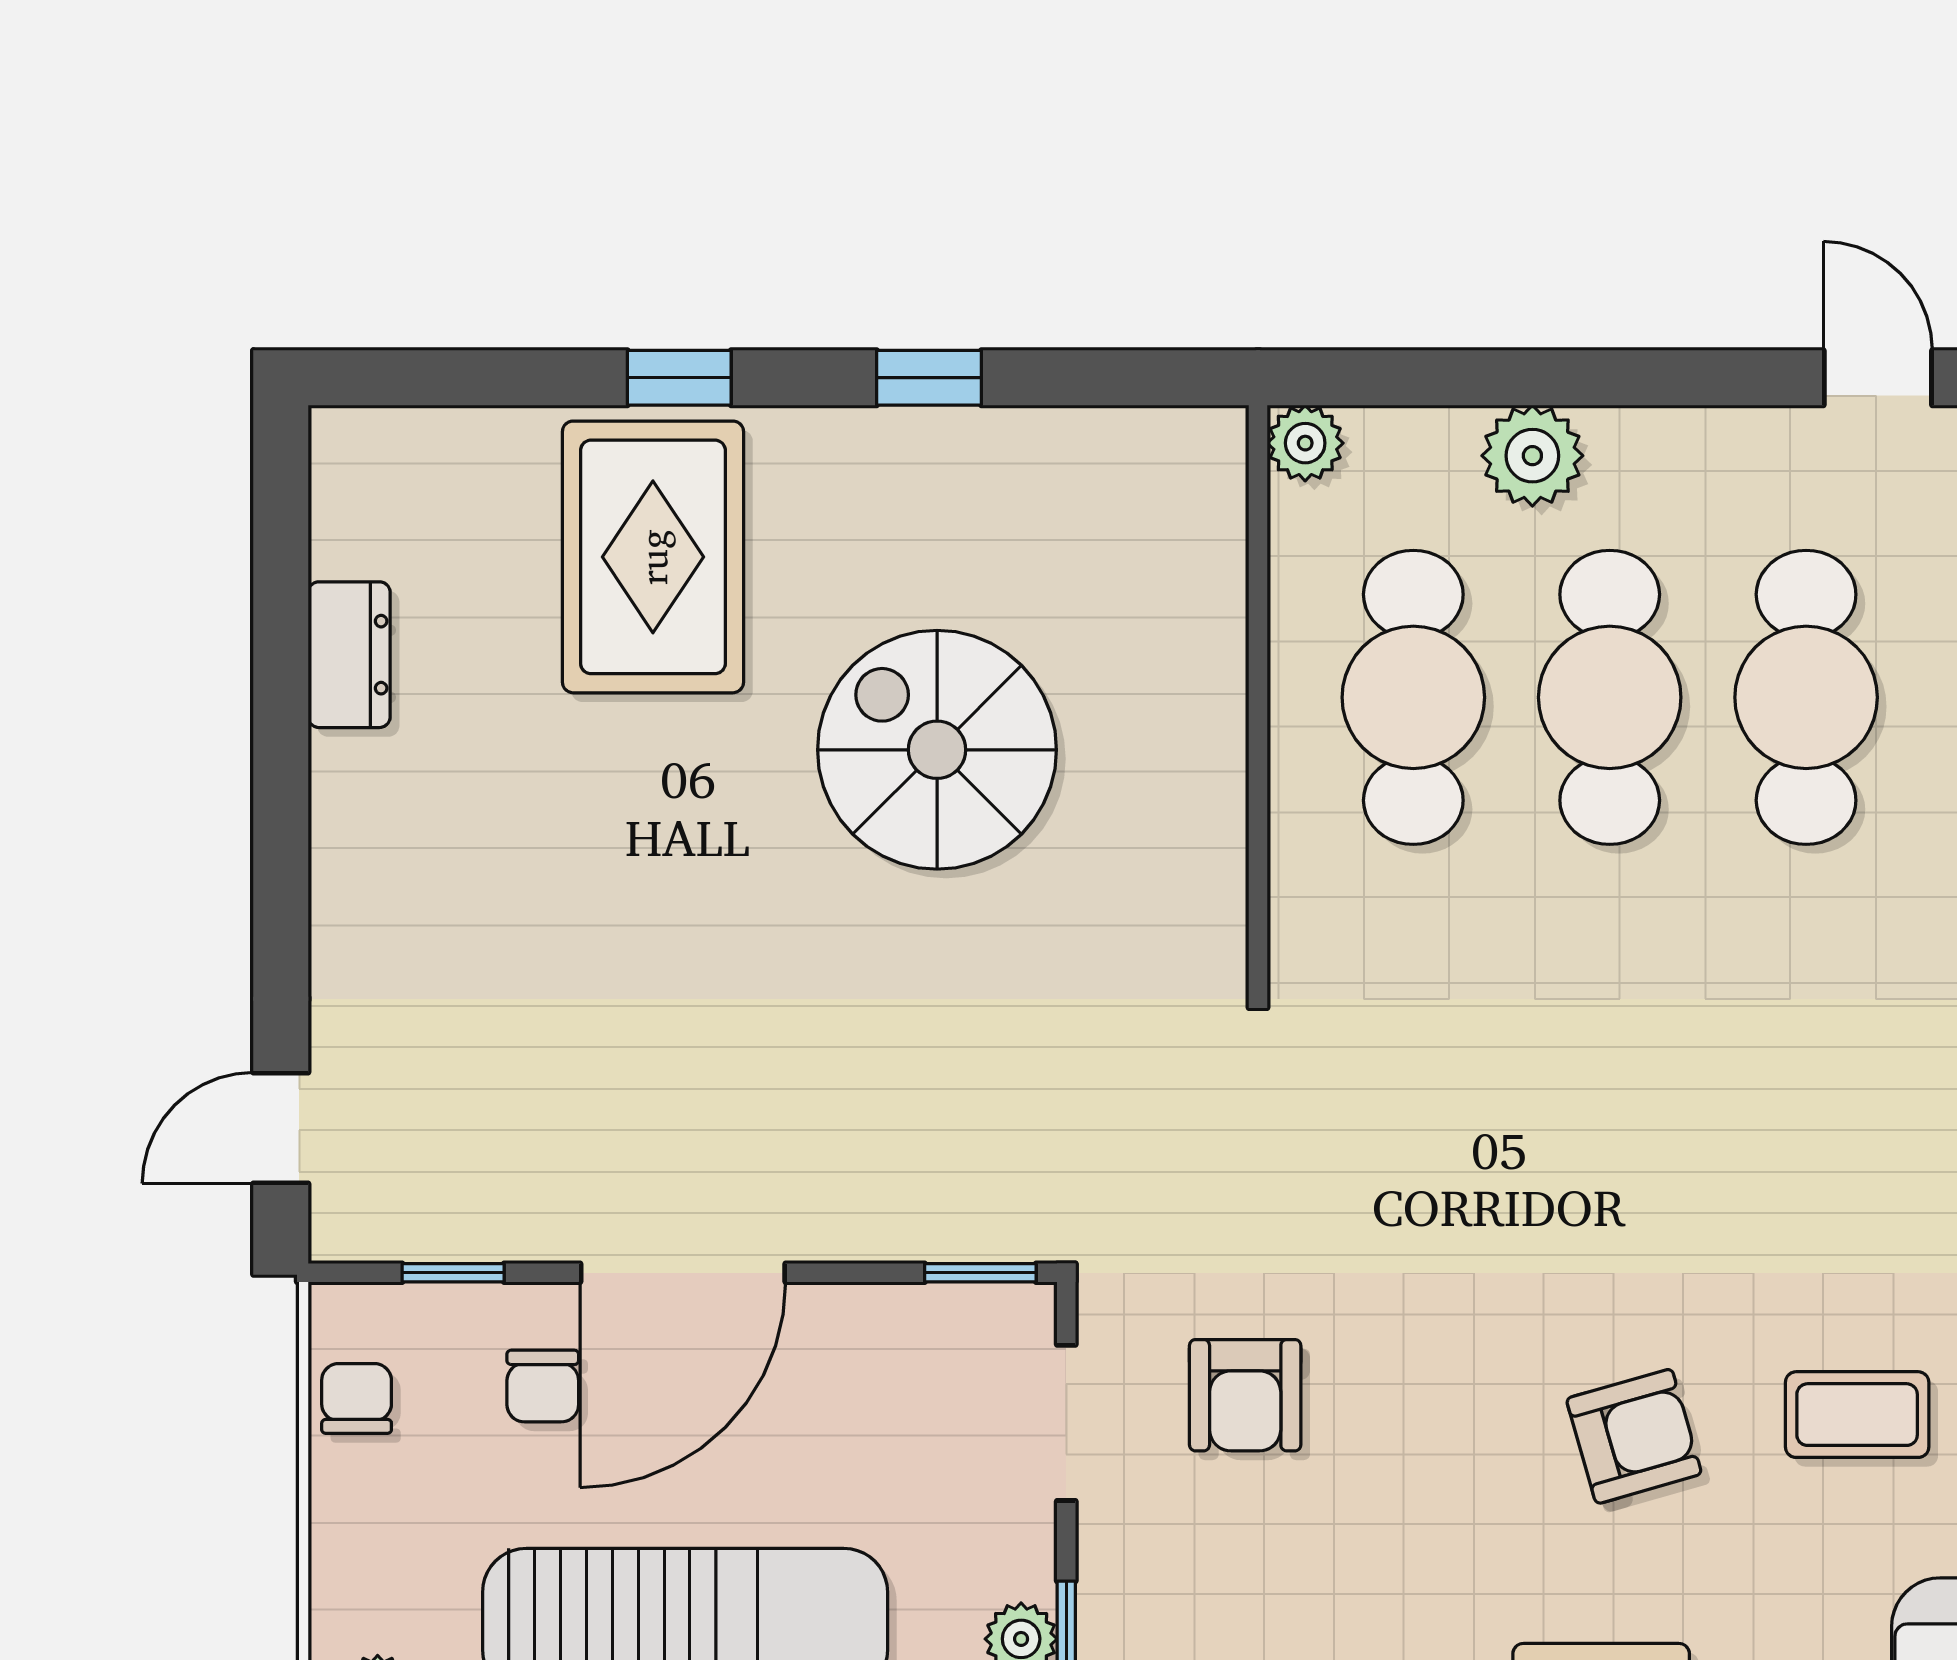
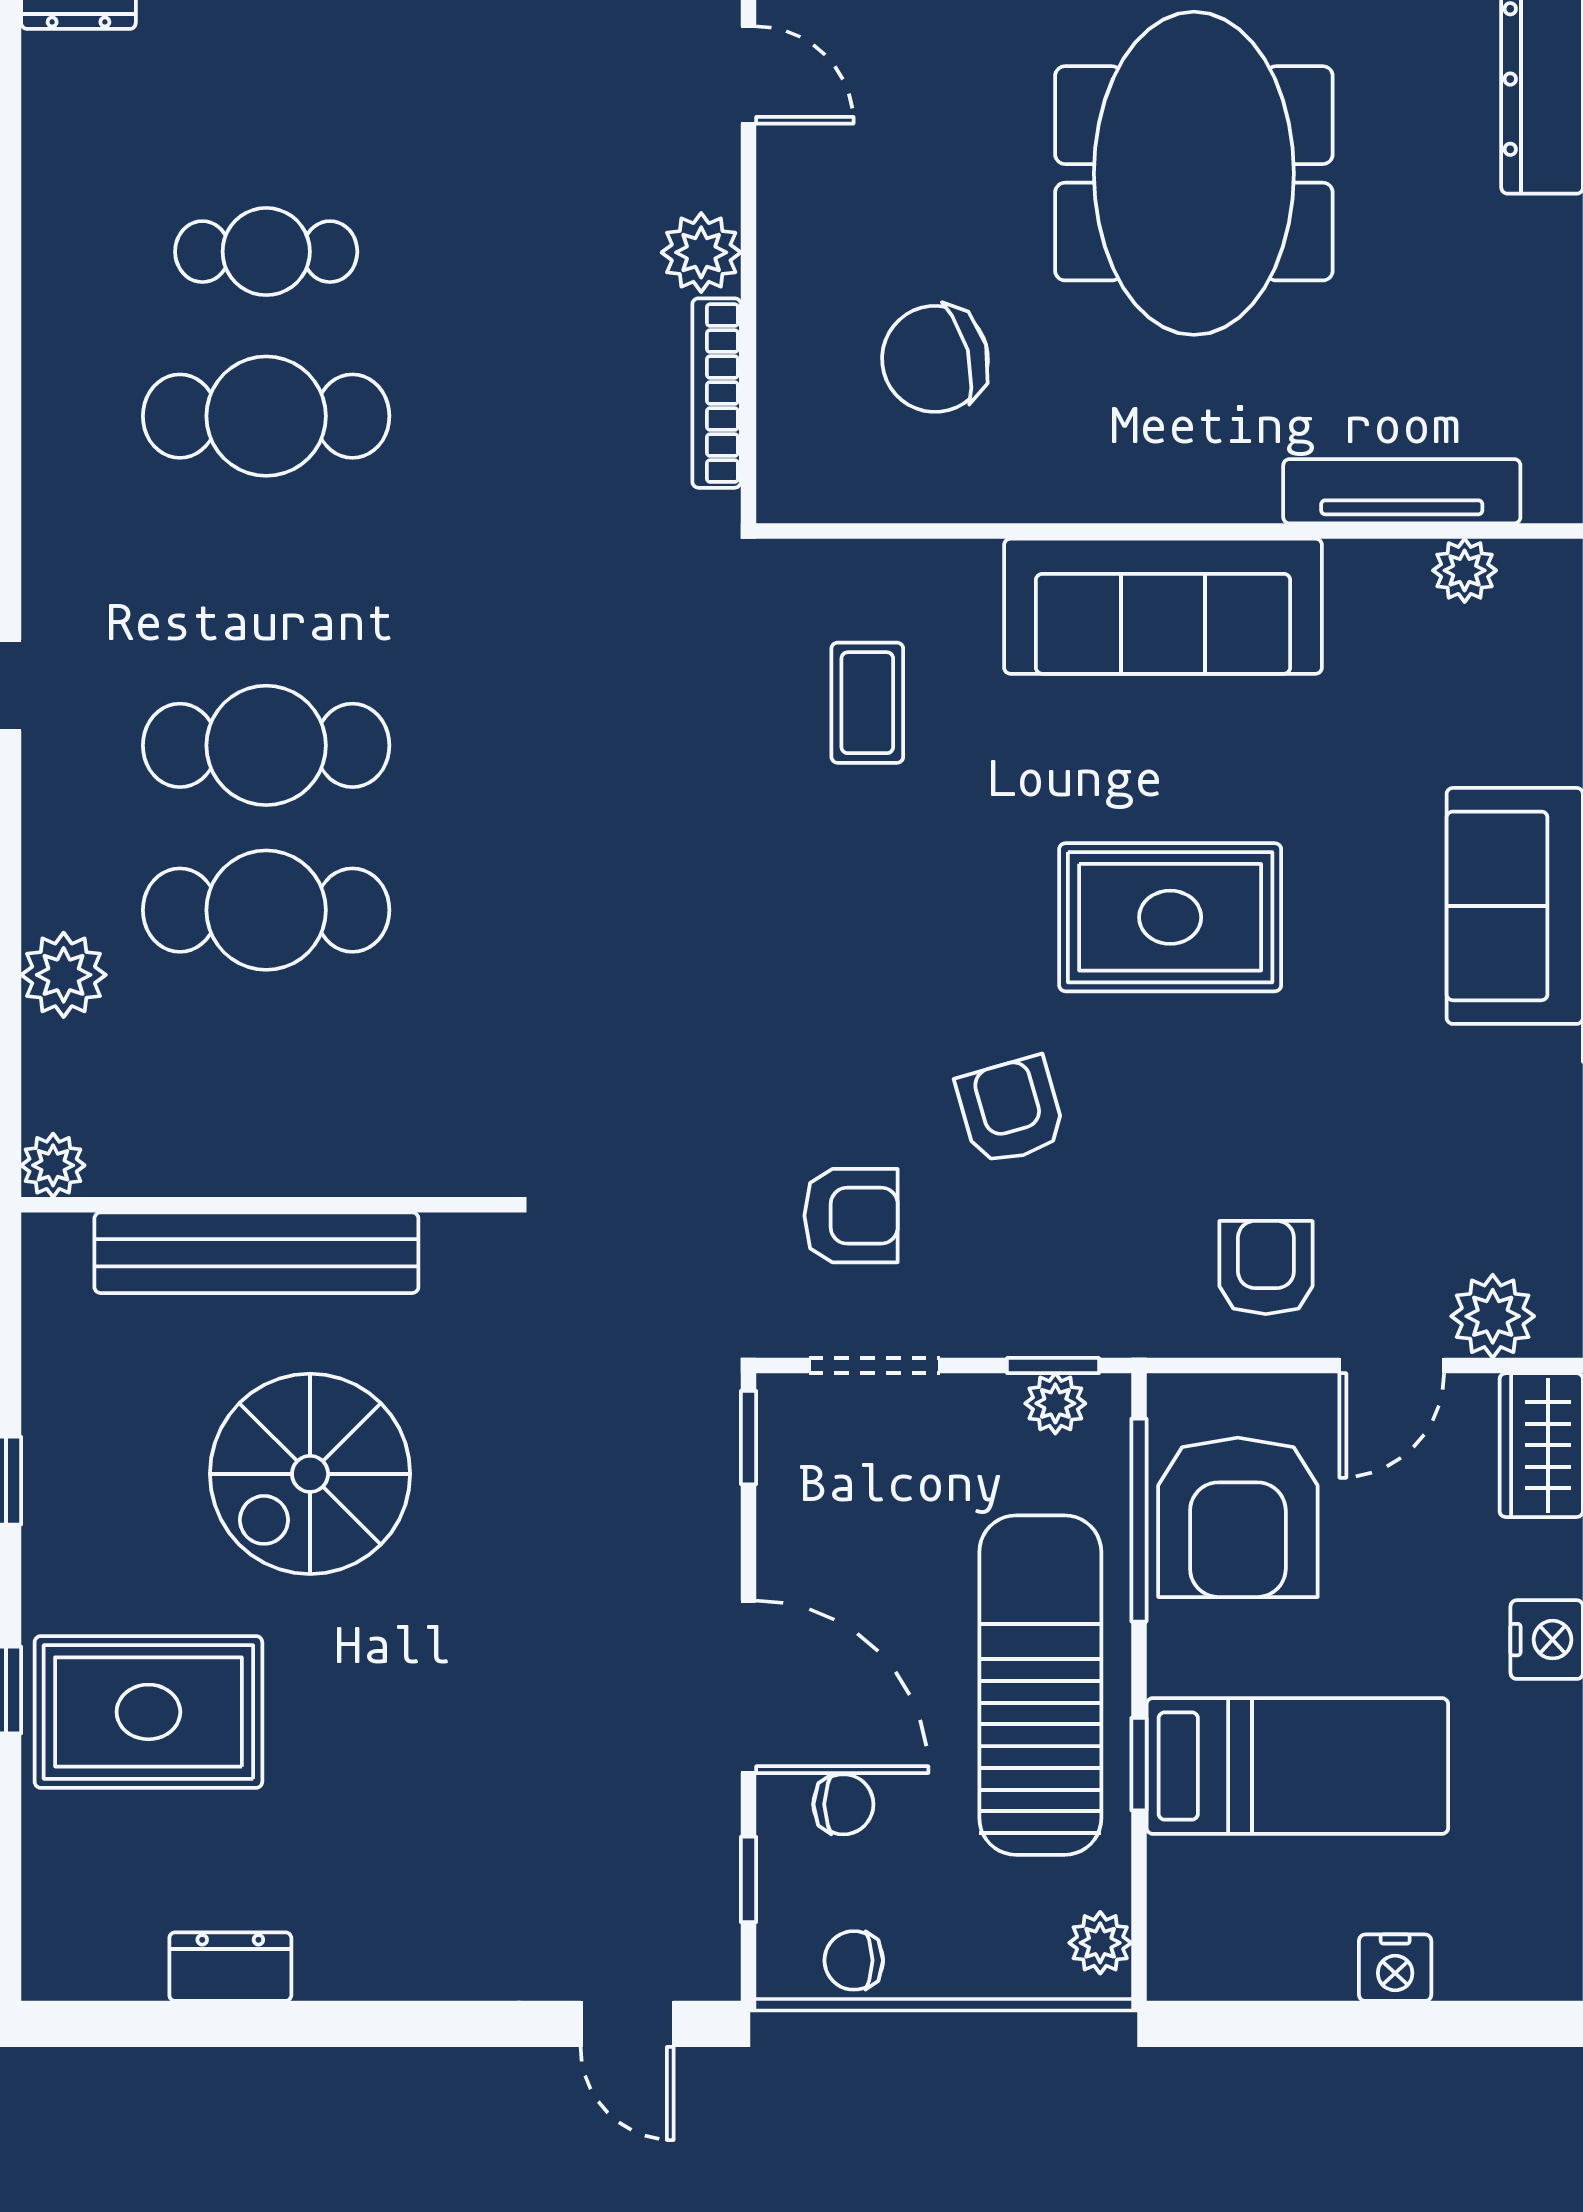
bench: (1201, 686) -> (256, 1253), added
cafe table: (1413, 697) -> (266, 1075), removed
armchair: (1634, 1436) -> (1011, 1111), moved

